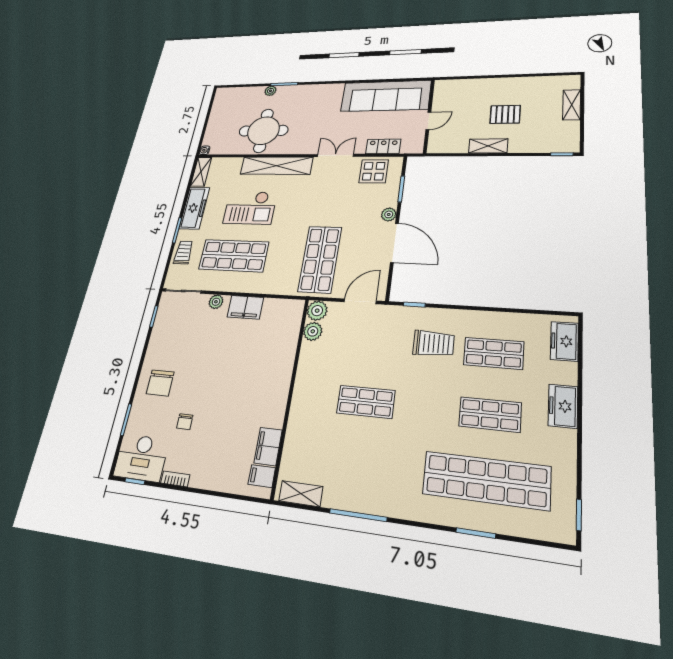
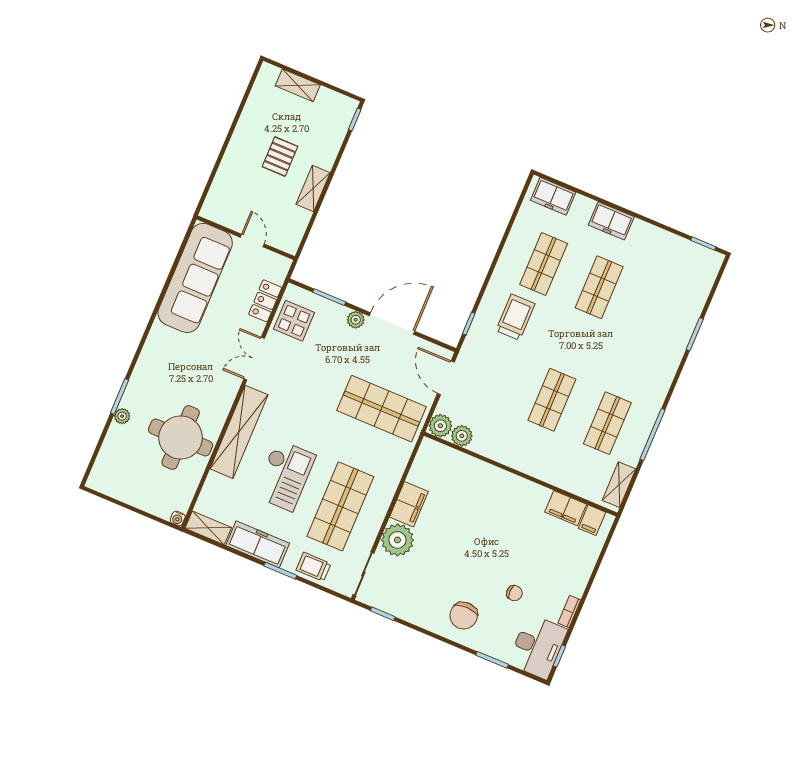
plant: (216, 302) -> (397, 540), width x1.88, depth x1.88
chair: (160, 383) -> (464, 616), turned 90
shop shelf: (486, 480) -> (607, 423), moved, width x0.50, depth x0.74

